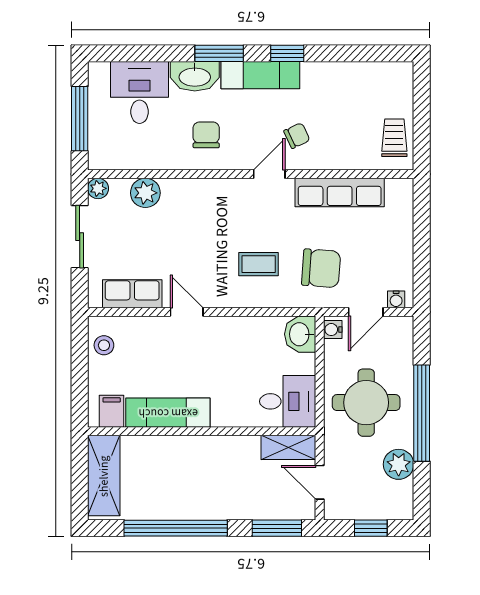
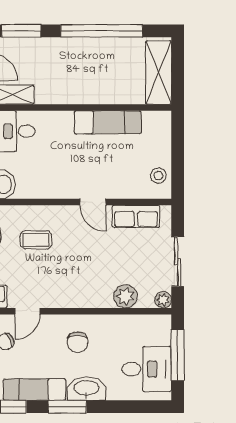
desk: (140, 92) -> (147, 369), moved, turned -90
filing cabinet: (112, 411) -> (152, 123), removed

